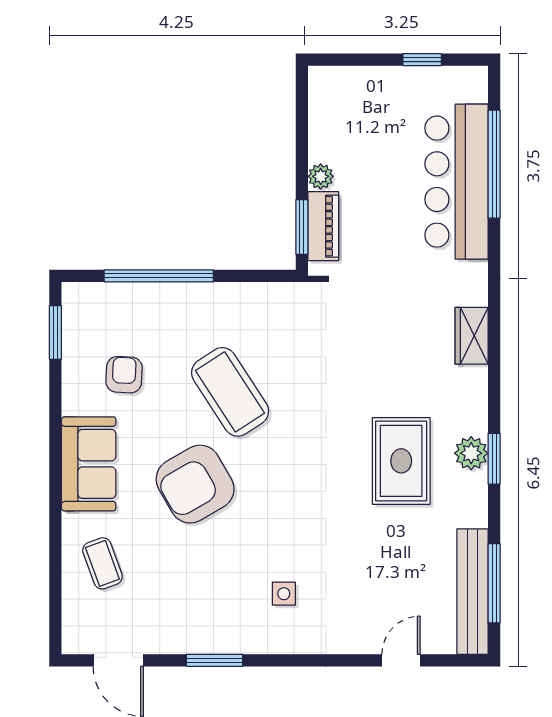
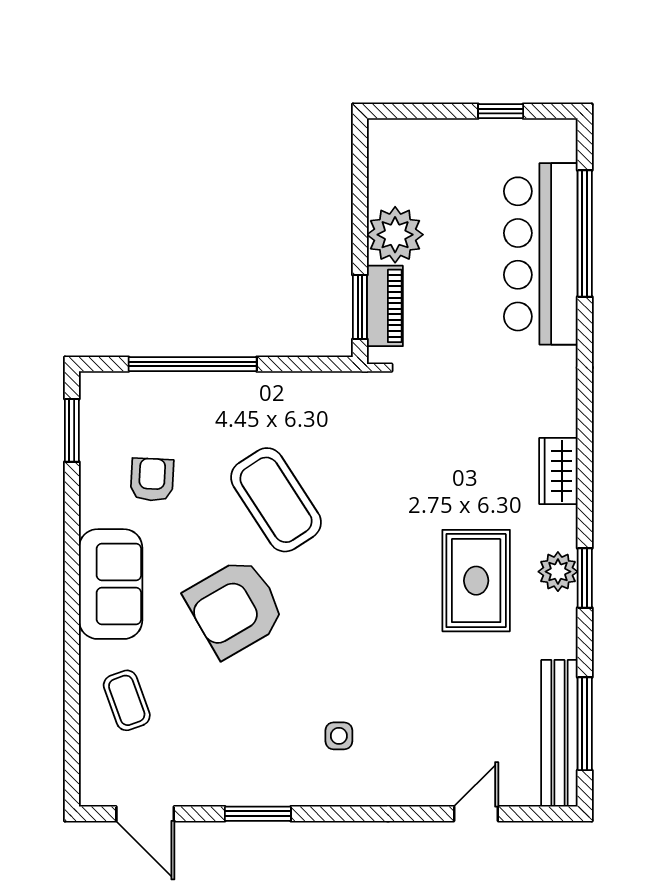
plant: (321, 176) -> (395, 235), width x1.88, depth x1.88
wardrobe: (472, 336) -> (558, 471), moved

